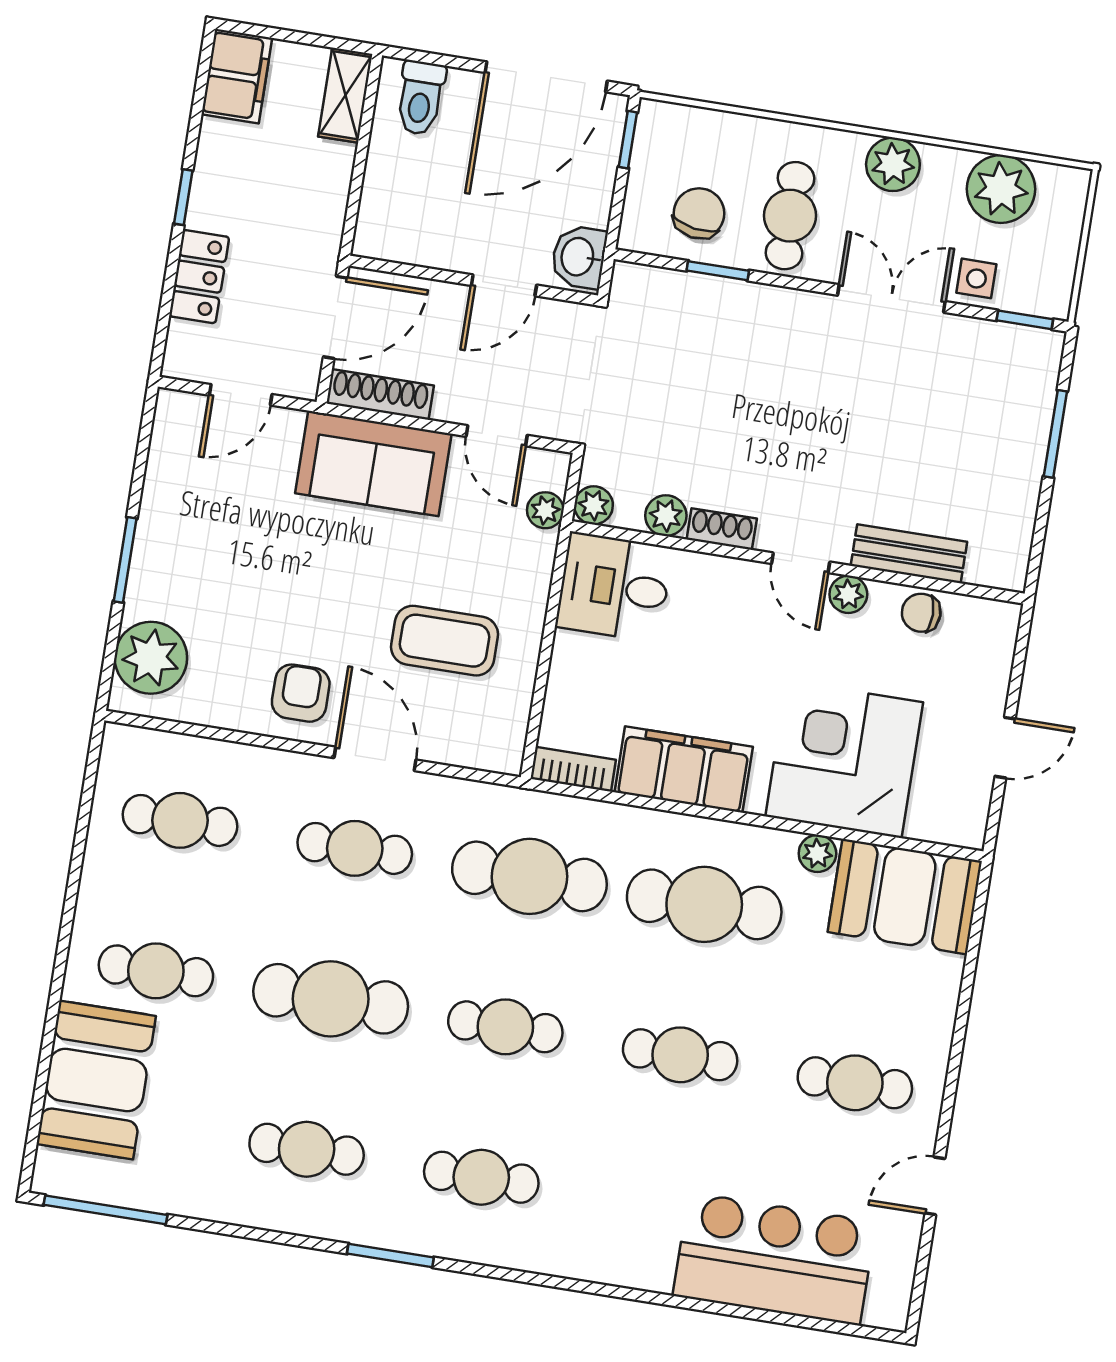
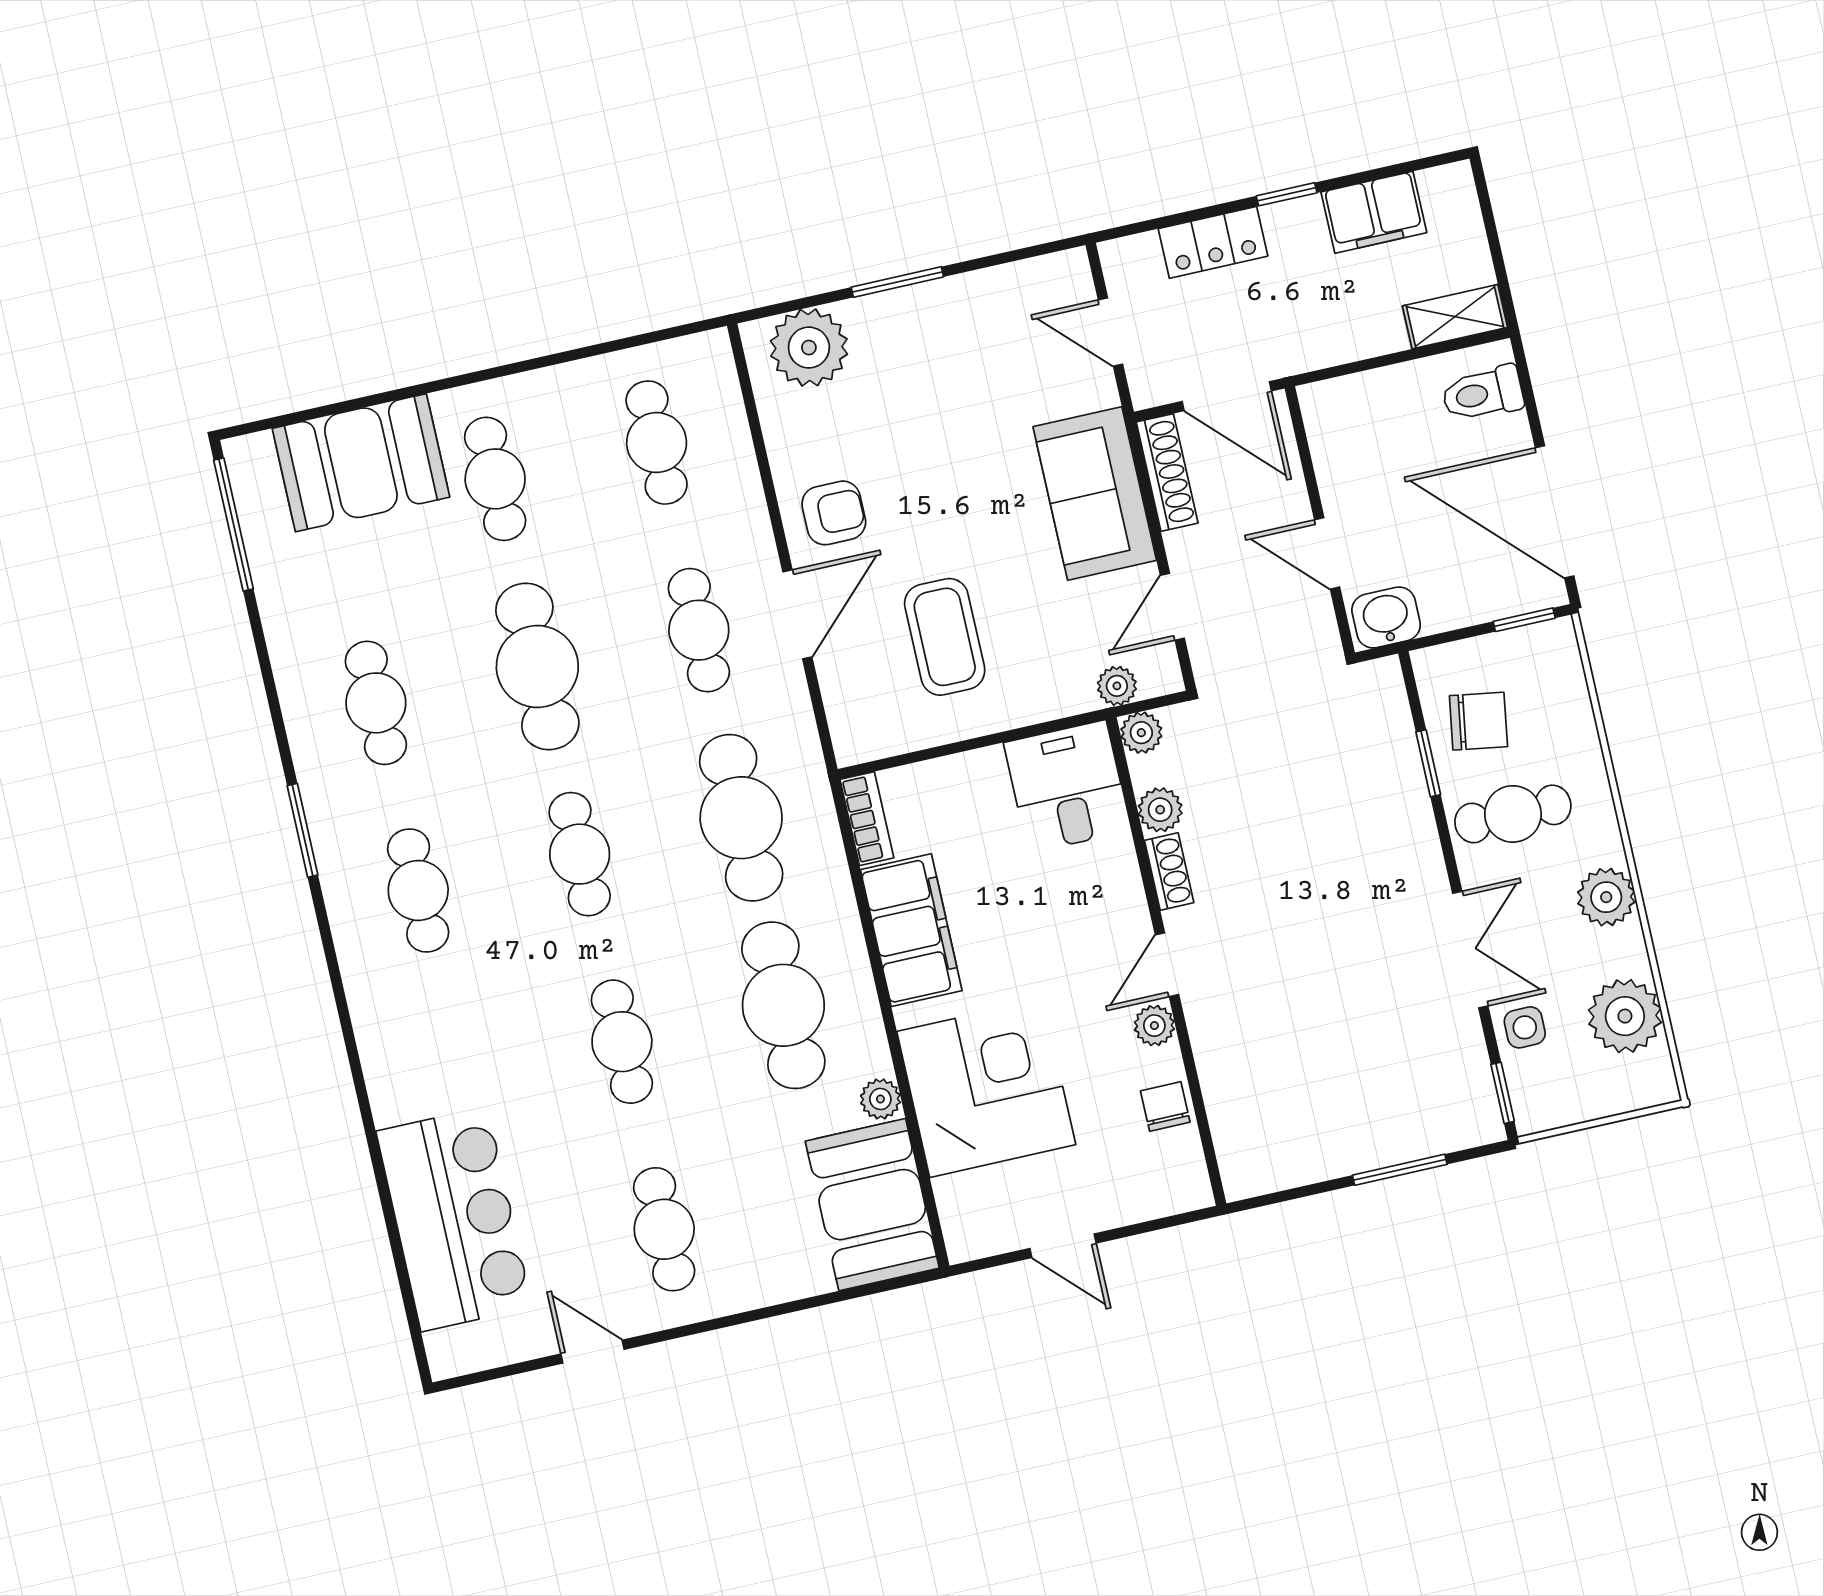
filing cabinet: (237, 76) -> (1374, 212), moved
bench: (909, 554) -> (1220, 1070), removed

